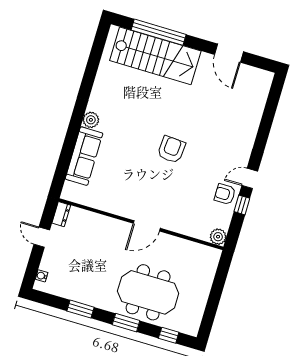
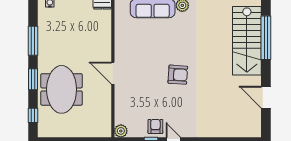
door: (229, 53) -> (266, 97), hinge flipped
window: (80, 309) -> (33, 41), width x1.44

